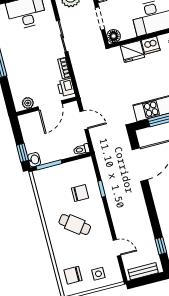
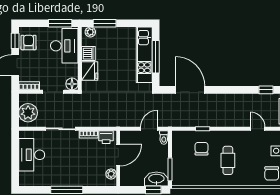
door: (50, 105) -> (118, 155), hinge flipped
door: (84, 120) -> (149, 129), moved
washbasin: (34, 160) -> (156, 179), width x1.91, depth x1.45
cafe table: (75, 225) -> (228, 160), turned -37
door: (117, 248) -> (258, 129), hinge flipped

